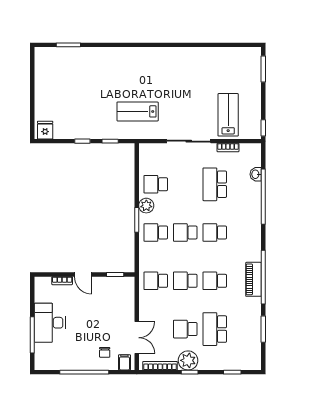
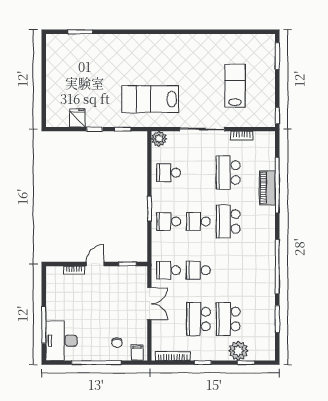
lab bench: (138, 111) -> (150, 99), width x1.36, depth x1.39
lab bench: (228, 115) -> (235, 86), moved
fridge: (45, 130) -> (77, 118), moved
washbasin: (256, 174) -> (270, 163), removed
plant: (146, 206) -> (159, 139), moved
school desk: (215, 233) -> (228, 221), width x1.85
door: (83, 275) -> (95, 264), swing flipped
piano: (254, 279) -> (267, 188), moved
school desk: (215, 281) -> (228, 270), removed
desk: (50, 323) -> (61, 341), moved
school desk: (185, 329) -> (198, 319), width x1.85
double door: (137, 338) -> (149, 304), moved
plant: (188, 360) -> (238, 351), moved

